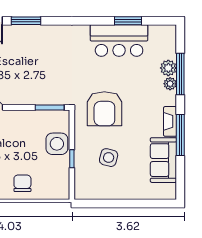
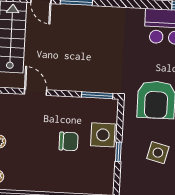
chair: (22, 183) -> (69, 141), moved, turned 90

